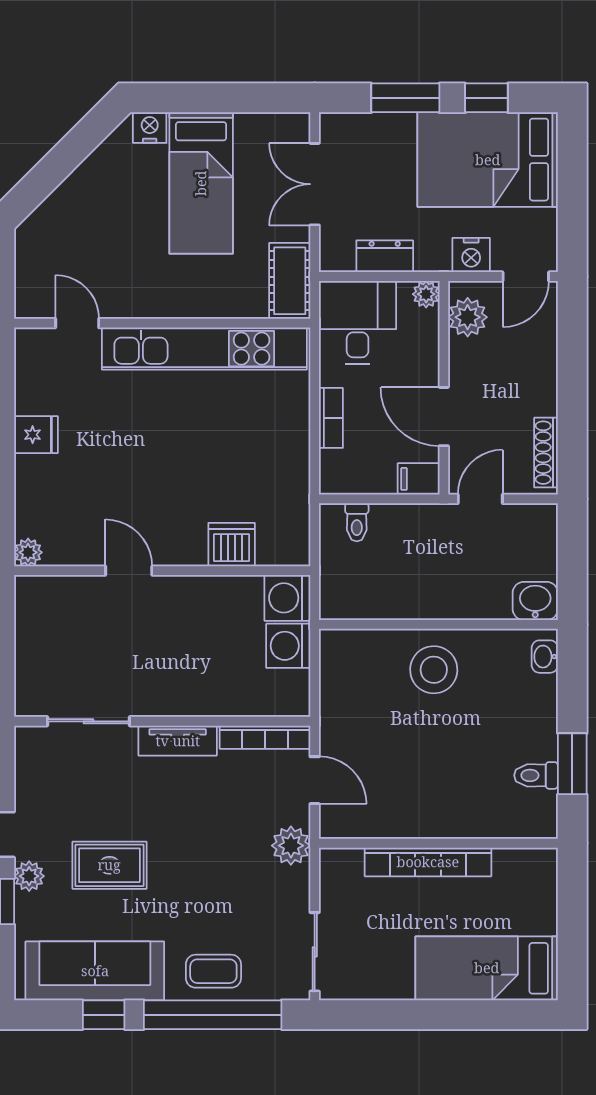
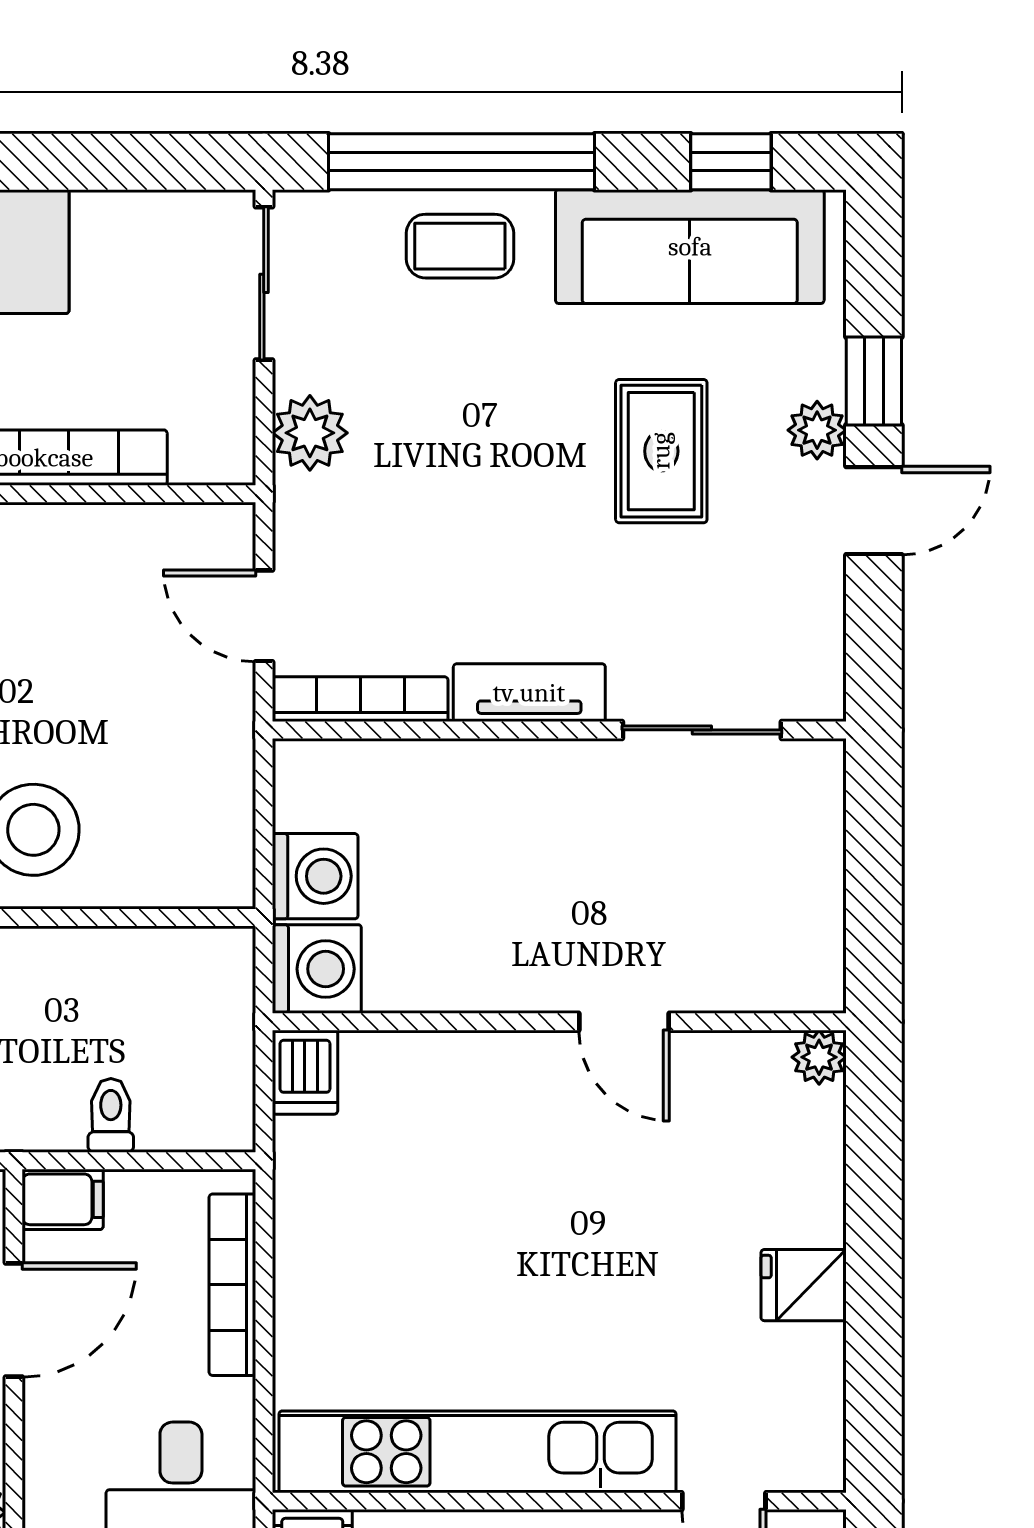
door: (444, 417) -> (14, 1320), hinge flipped
bookcase: (331, 418) -> (232, 1285), width x1.56
toilet: (357, 522) -> (111, 1115), moved
dishwasher: (232, 545) -> (305, 1072), moved, width x0.73
plant: (291, 846) -> (310, 433), moved
rug: (109, 865) -> (661, 451), turned 90
window: (104, 1015) -> (731, 162), moved

